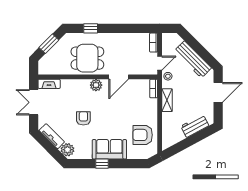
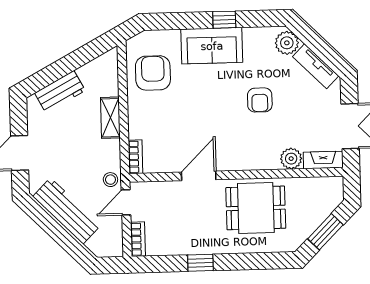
window: (91, 28) -> (200, 263), moved
plant: (96, 85) -> (291, 159), moved
shelving: (167, 100) -> (110, 118), moved
armchair: (143, 135) -> (153, 73), turned -90

